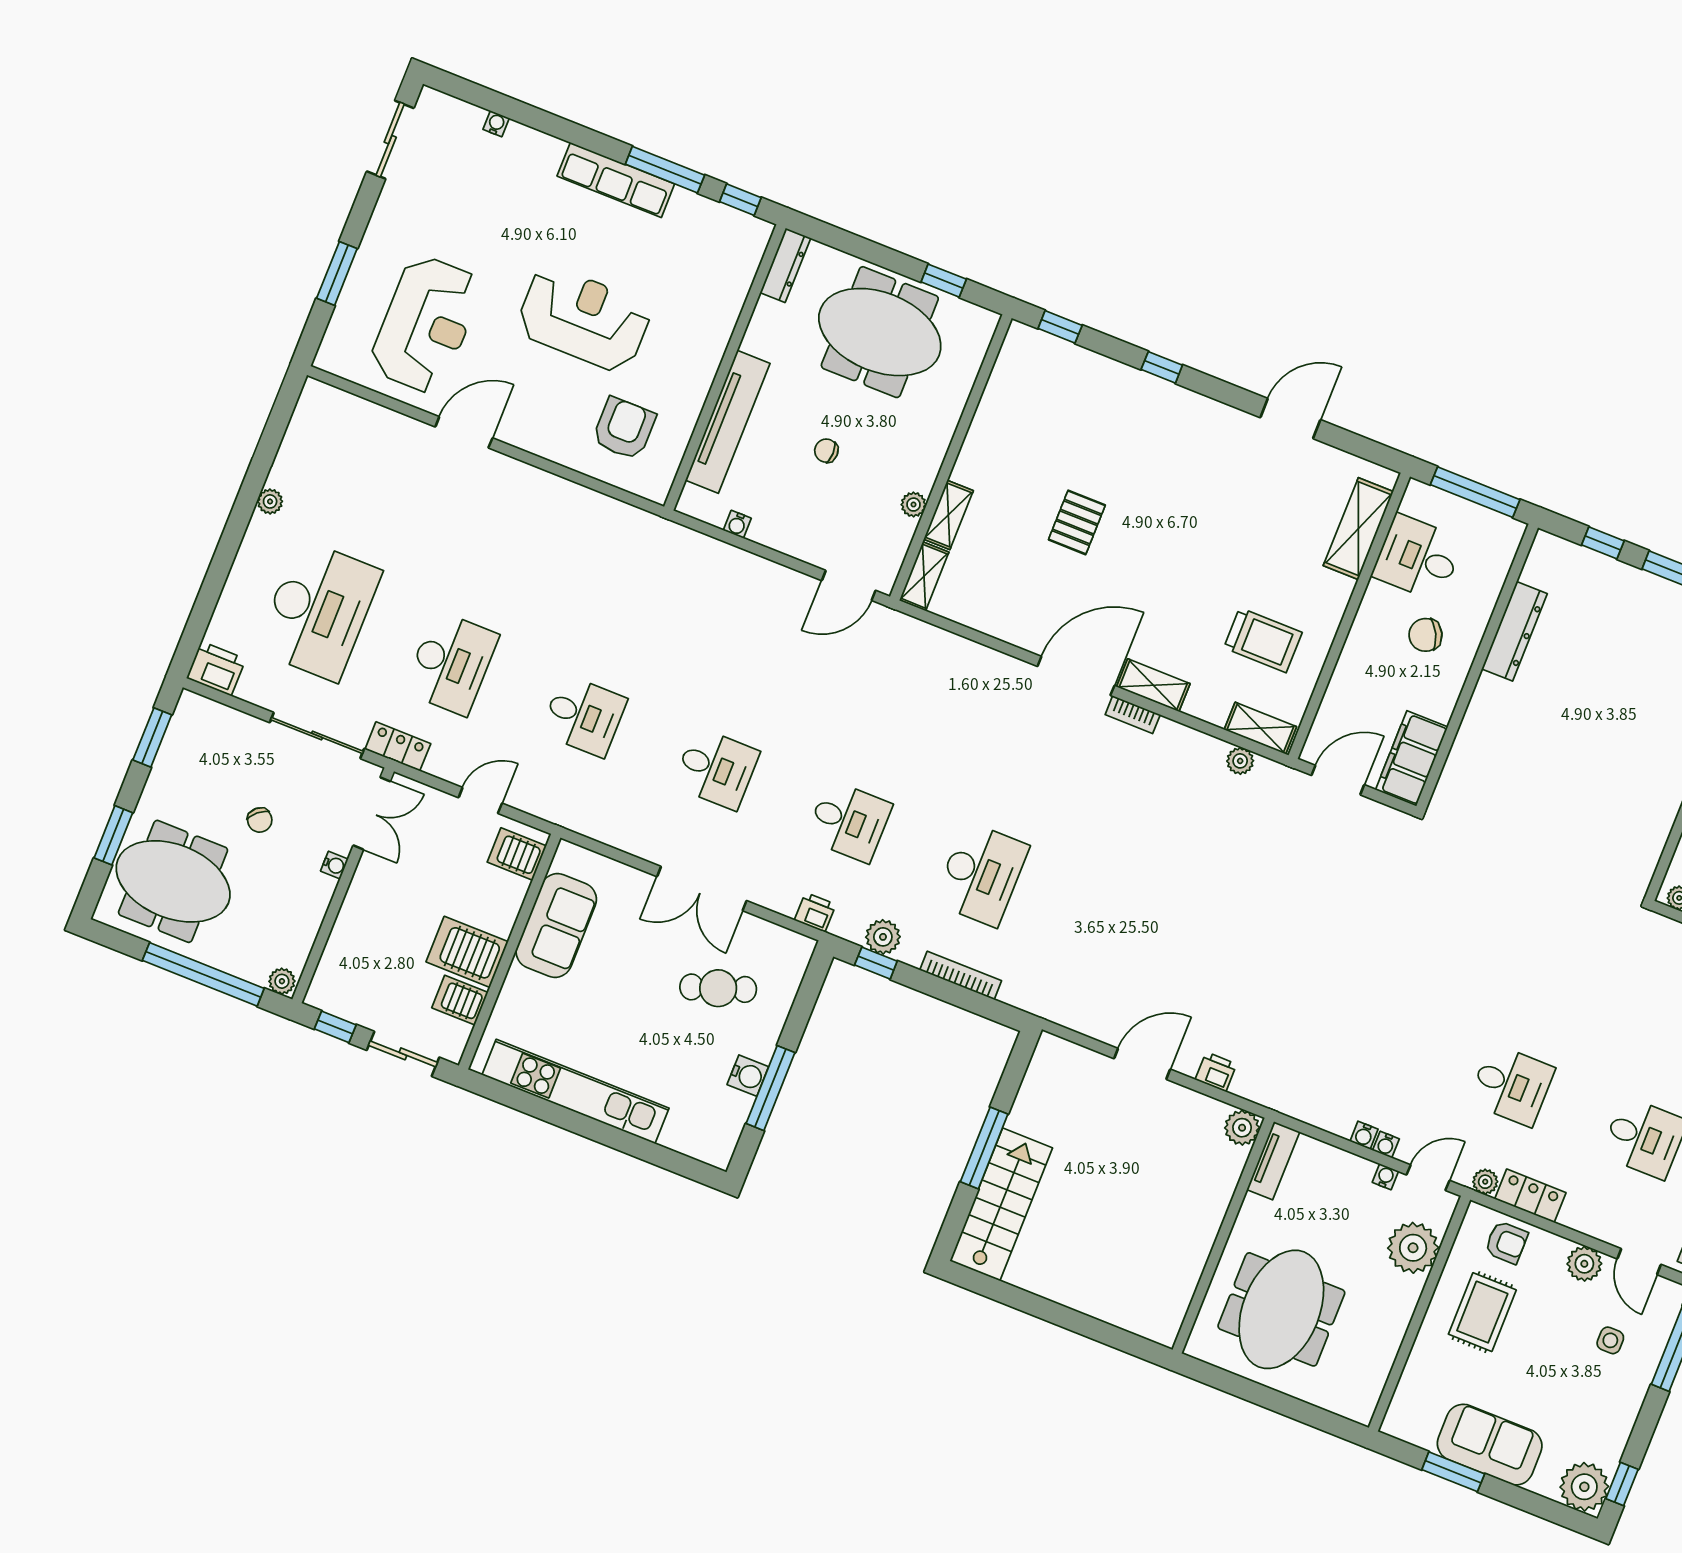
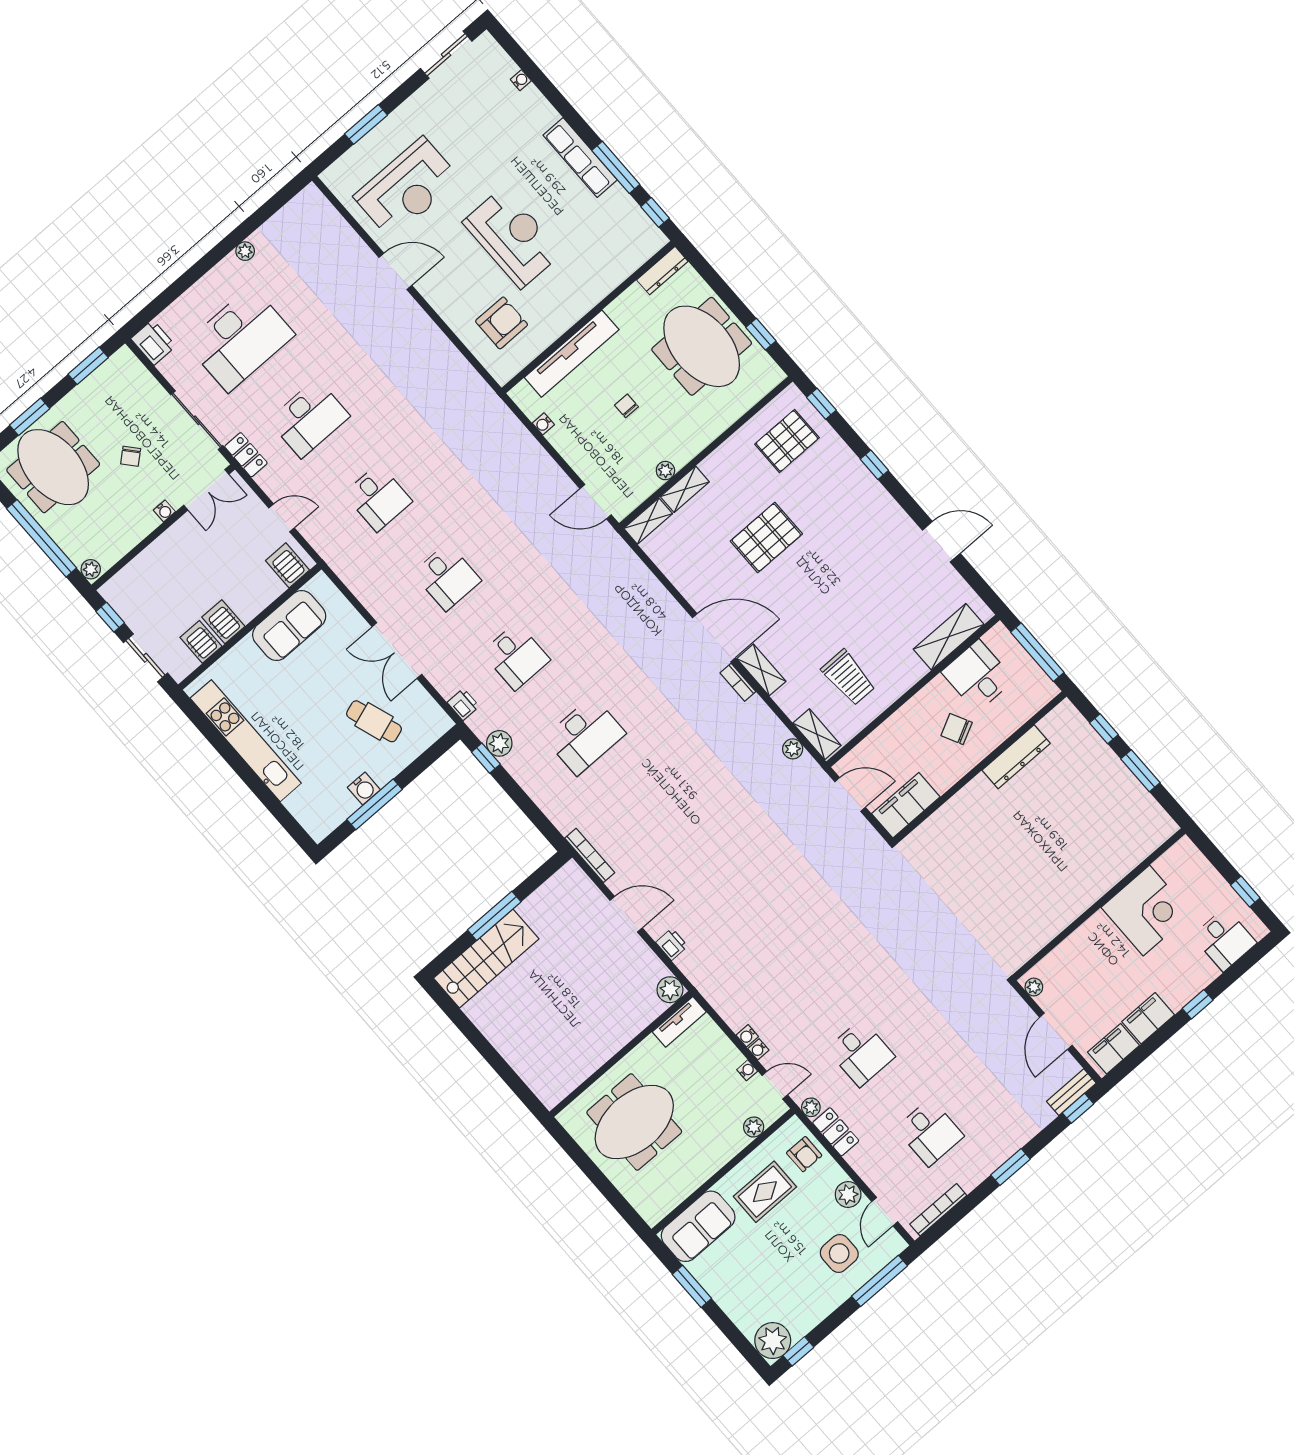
pallet: (1042, 393) -> (787, 441), added
pallet: (1077, 522) -> (766, 538), width x1.50, depth x1.42
server rack: (467, 952) -> (223, 622), width x0.73, depth x0.70
bookcase: (961, 975) -> (590, 855), moved
plant: (1413, 1248) -> (754, 1127), width x0.53, depth x0.53
side table: (1610, 1340) -> (839, 1253), width x1.87, depth x1.87
sofa: (1490, 1445) -> (698, 1226), moved, turned 90

